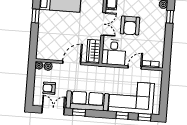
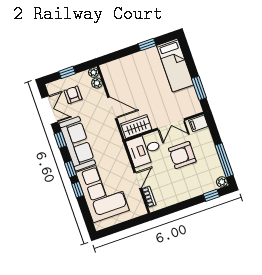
door: (135, 67) -> (138, 180), hinge flipped
window: (30, 85) -> (67, 72), added
window: (145, 117) -> (71, 169), moved

